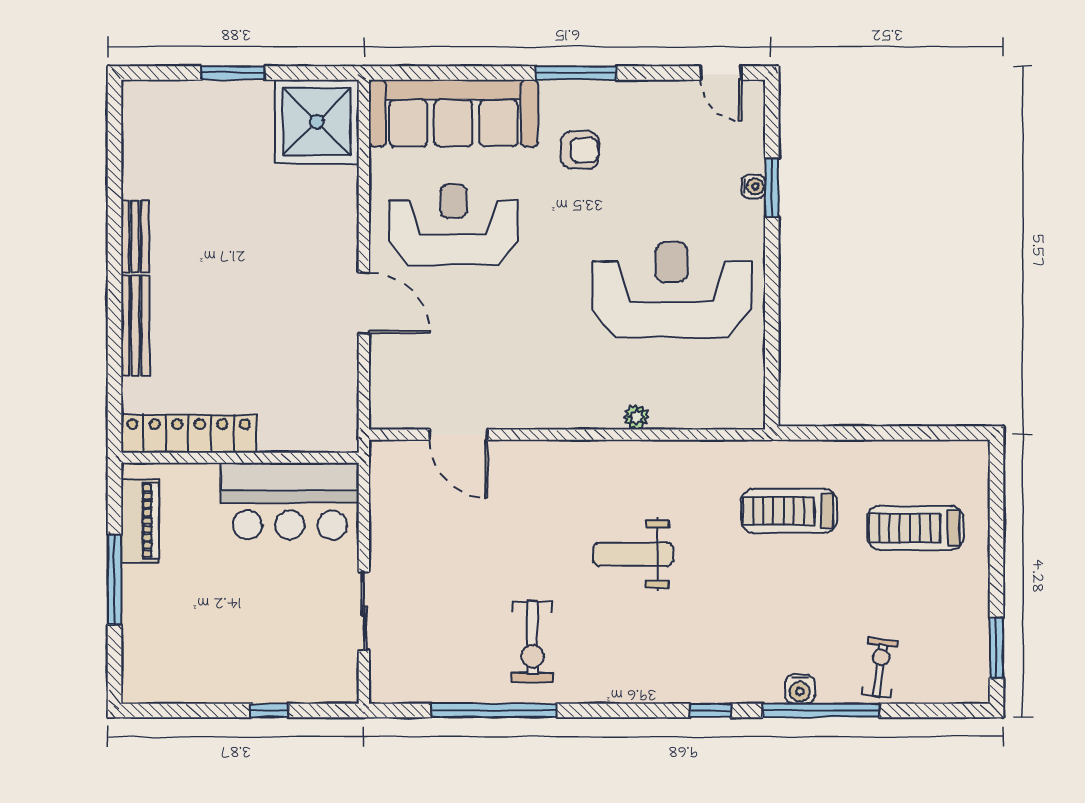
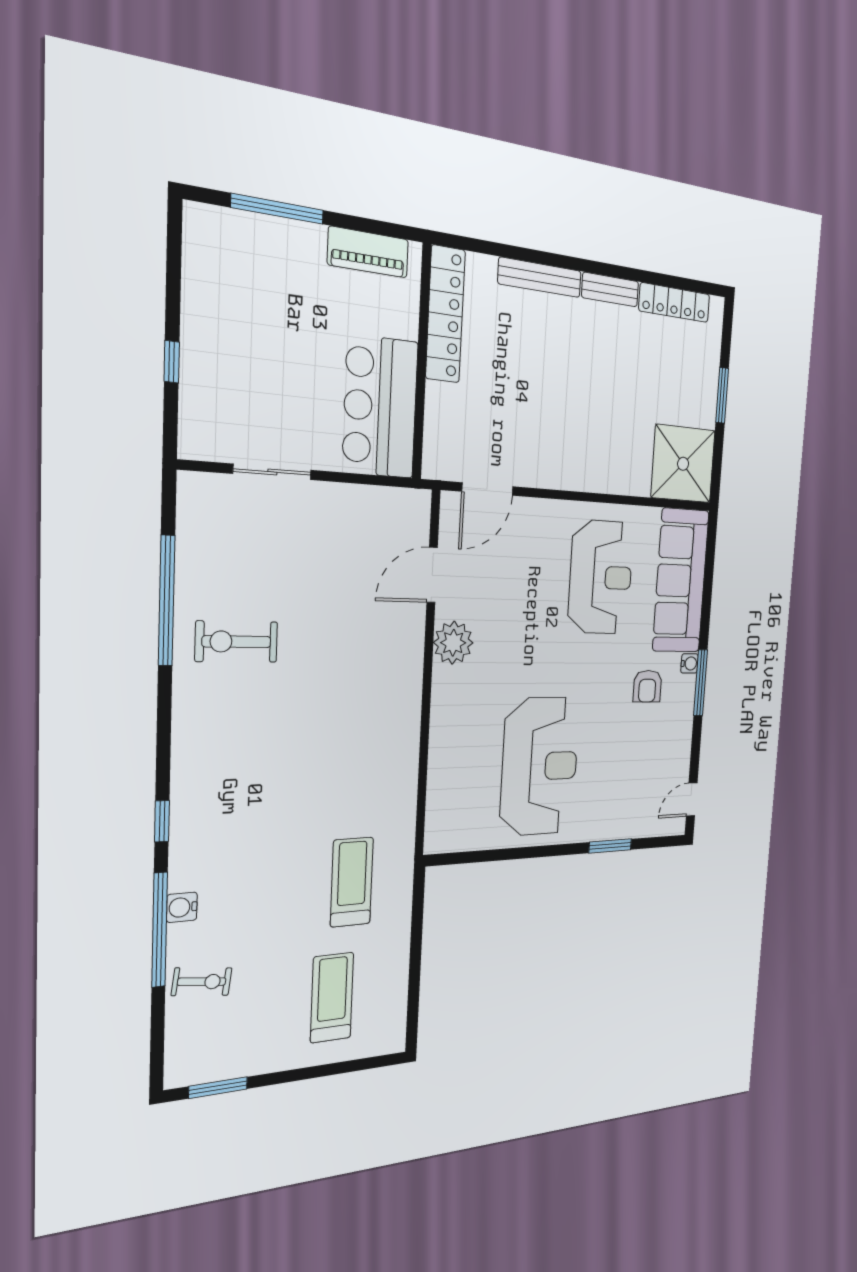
locker: (137, 150) -> (674, 303), added
water cooler: (753, 186) -> (689, 663), moved, turned -90
door: (364, 303) -> (487, 489), moved
plant: (636, 417) -> (453, 643), moved, width x1.87, depth x1.87
weight bench: (633, 554) -> (318, 739), removed
window: (115, 580) -> (278, 209), moved

